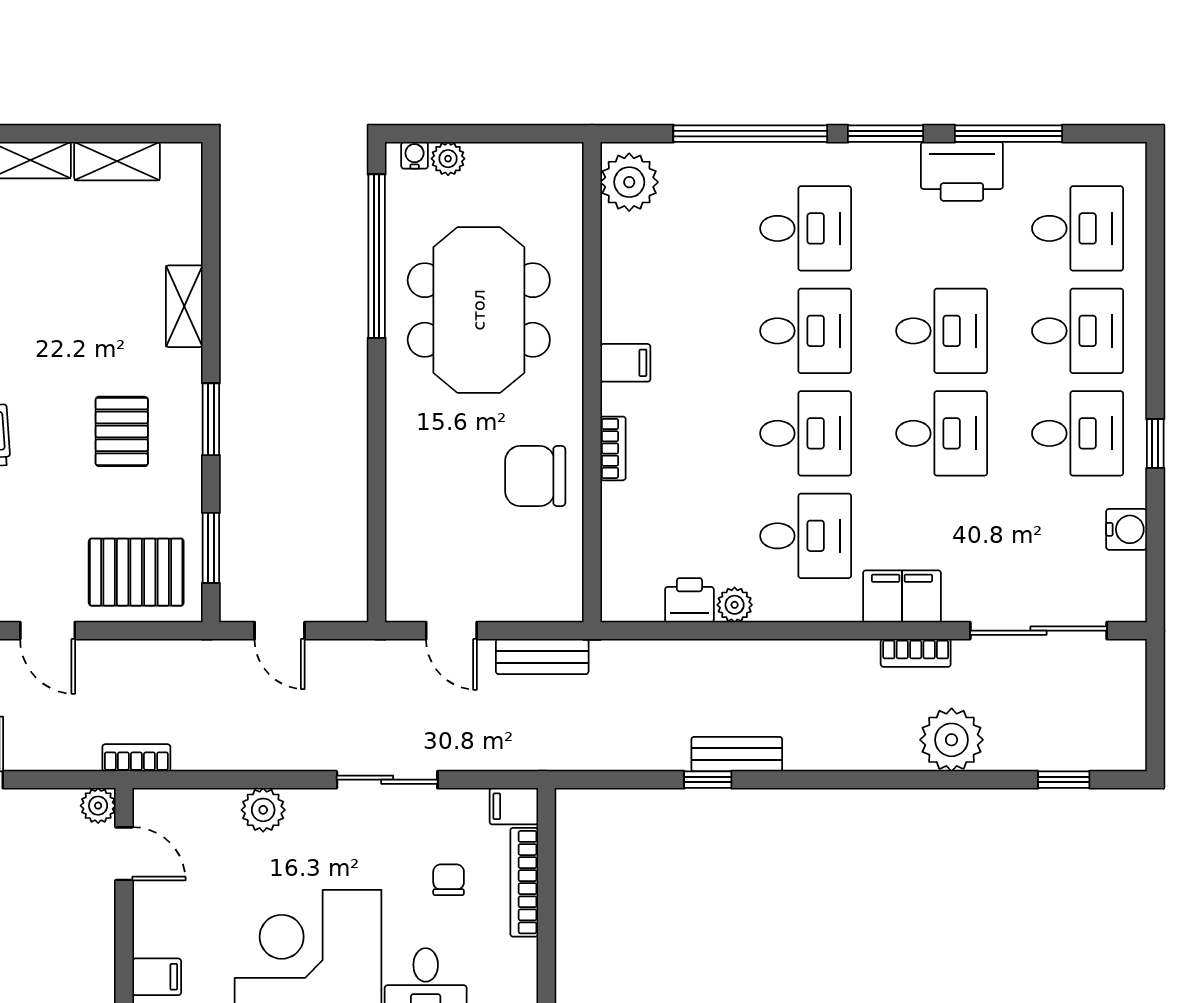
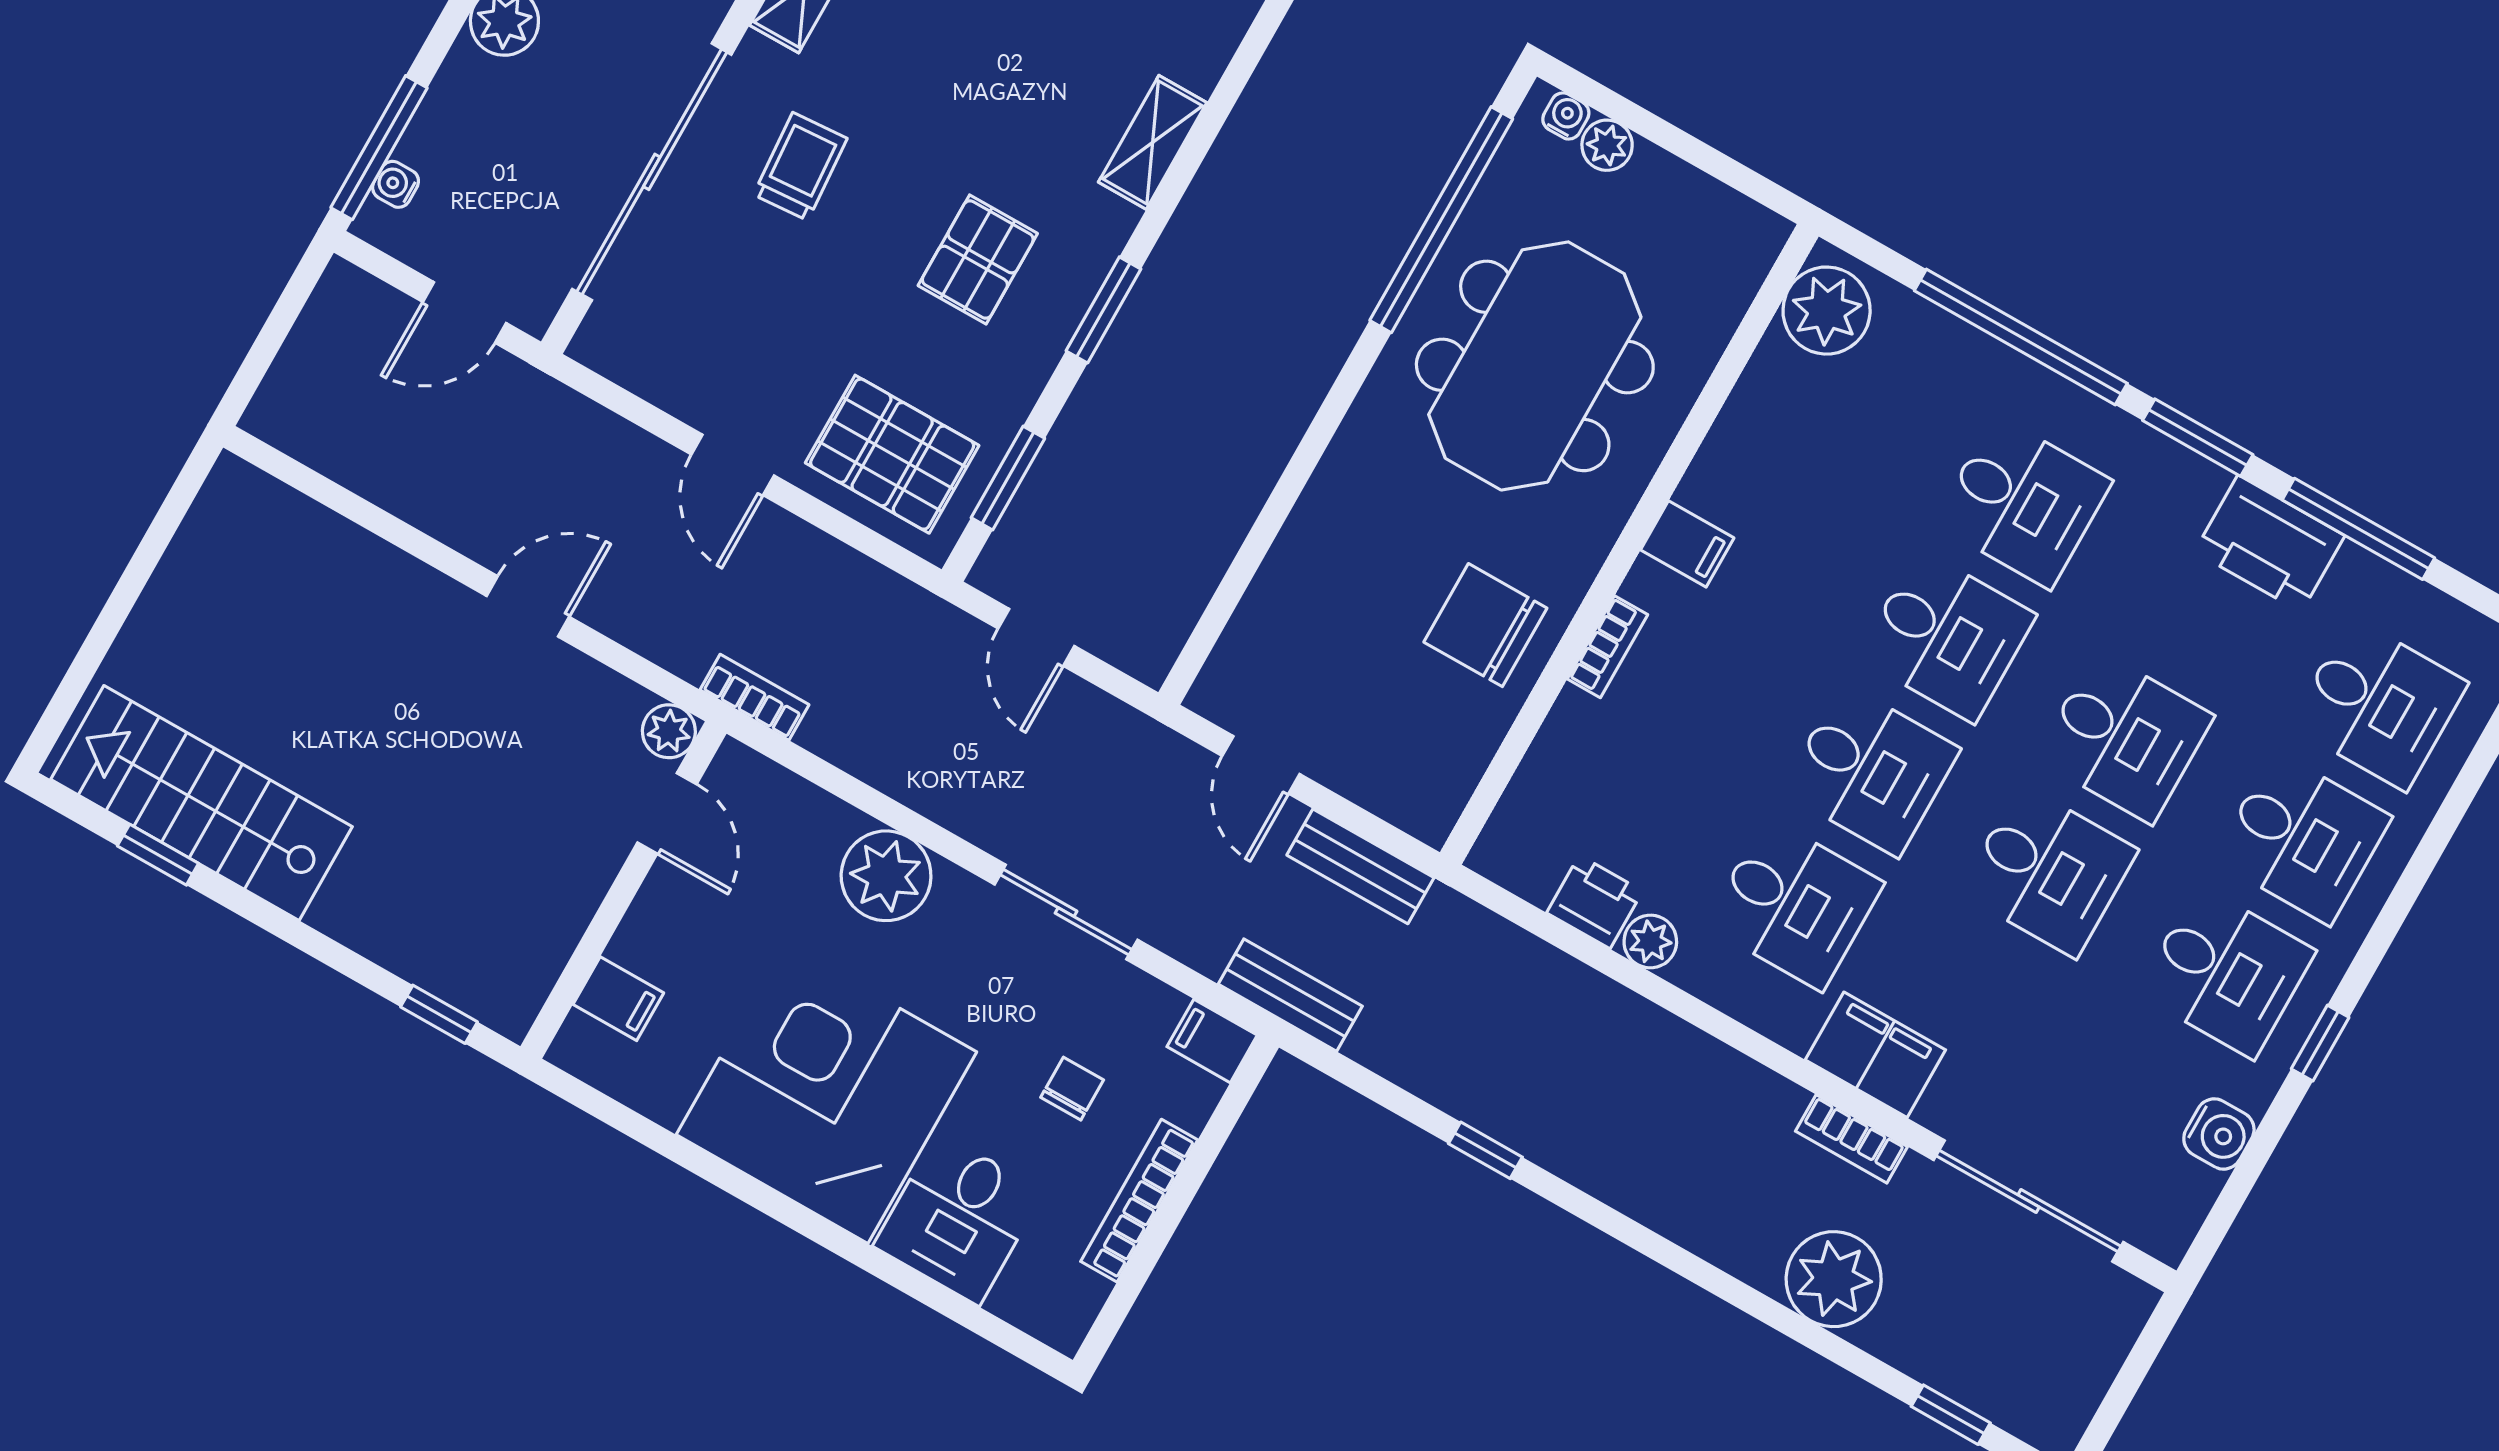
bench: (737, 754) -> (1290, 995), moved
plant: (263, 810) -> (886, 876), width x1.36, depth x1.36
bookcase: (524, 882) -> (1139, 1201), moved

